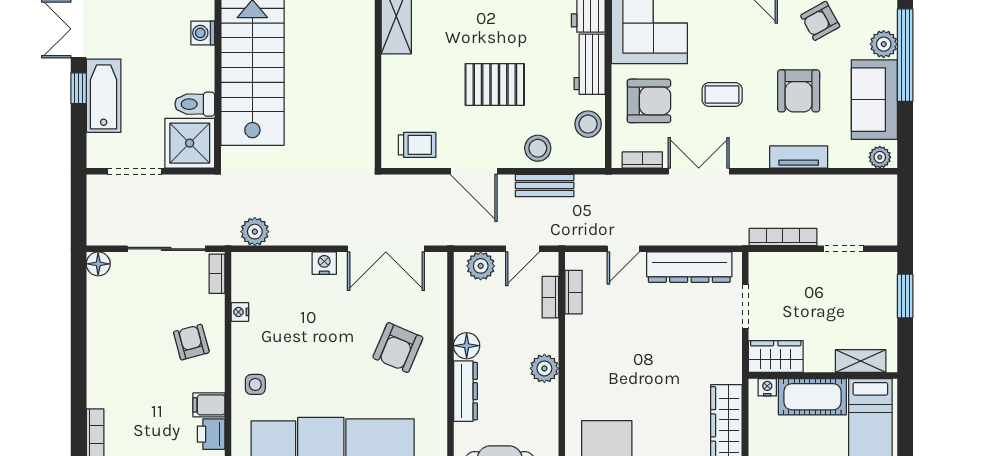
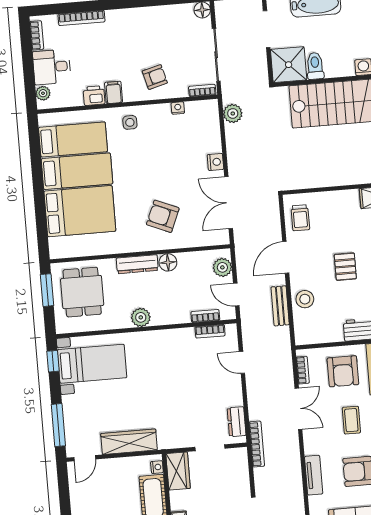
pallet: (495, 84) -> (345, 267), width x0.67, depth x0.71
stool: (588, 124) -> (324, 332), removed
bookcase: (783, 237) -> (257, 444), moved
dresser: (689, 267) -> (237, 422), width x0.51, depth x0.80
plant: (544, 368) -> (141, 317), moved

